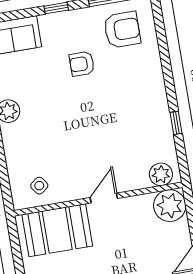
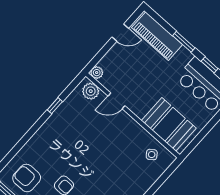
door: (104, 198) -> (116, 101), moved
plant: (170, 206) -> (97, 73), width x0.53, depth x0.53

